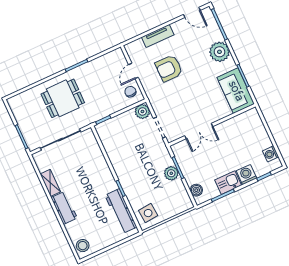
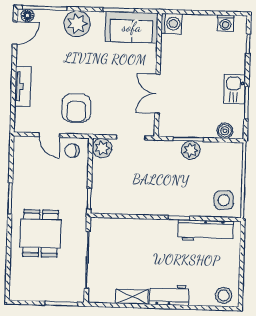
floor lamp: (208, 15) -> (27, 15), added
armchair: (169, 68) -> (76, 108), moved
double door: (199, 131) -> (157, 94), swing flipped
washing machine: (247, 175) -> (171, 23), moved, turned 180

